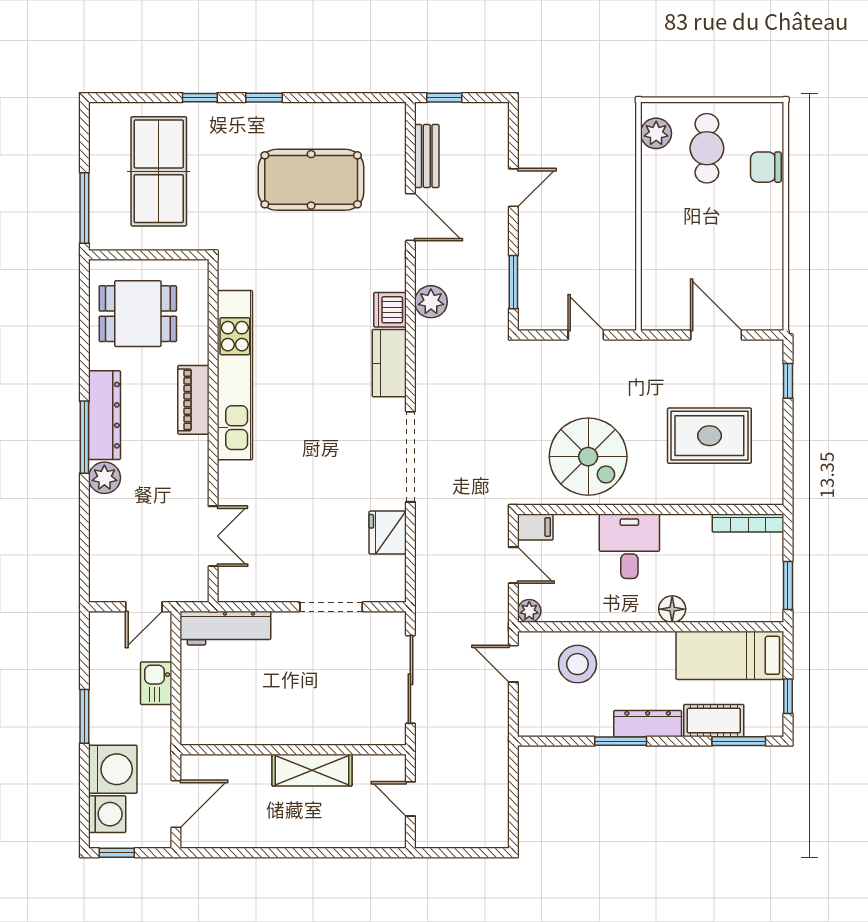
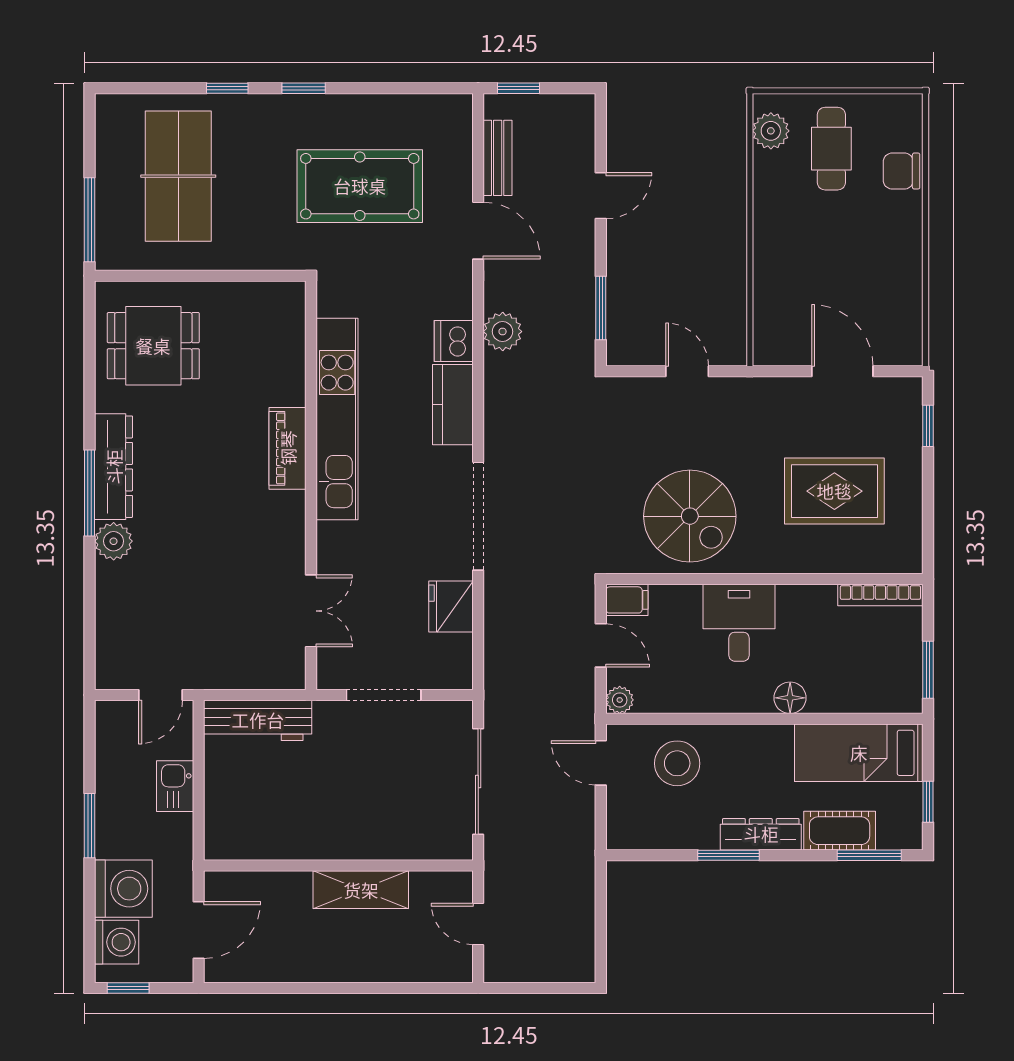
kitchen unit: (235, 375) -> (337, 419), moved
piano: (193, 400) -> (288, 448), moved
wall: (213, 431) -> (311, 485), moved
double door: (213, 536) -> (311, 611), moved

